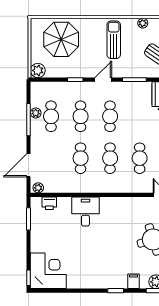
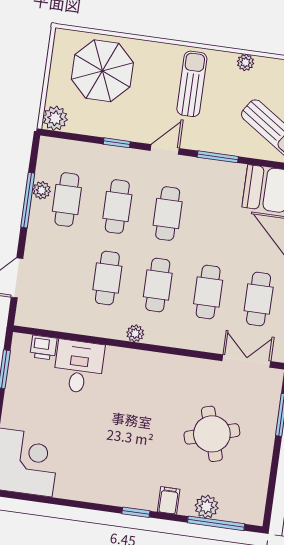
plant: (38, 188) -> (135, 333), moved
desk: (85, 211) -> (79, 367), moved

